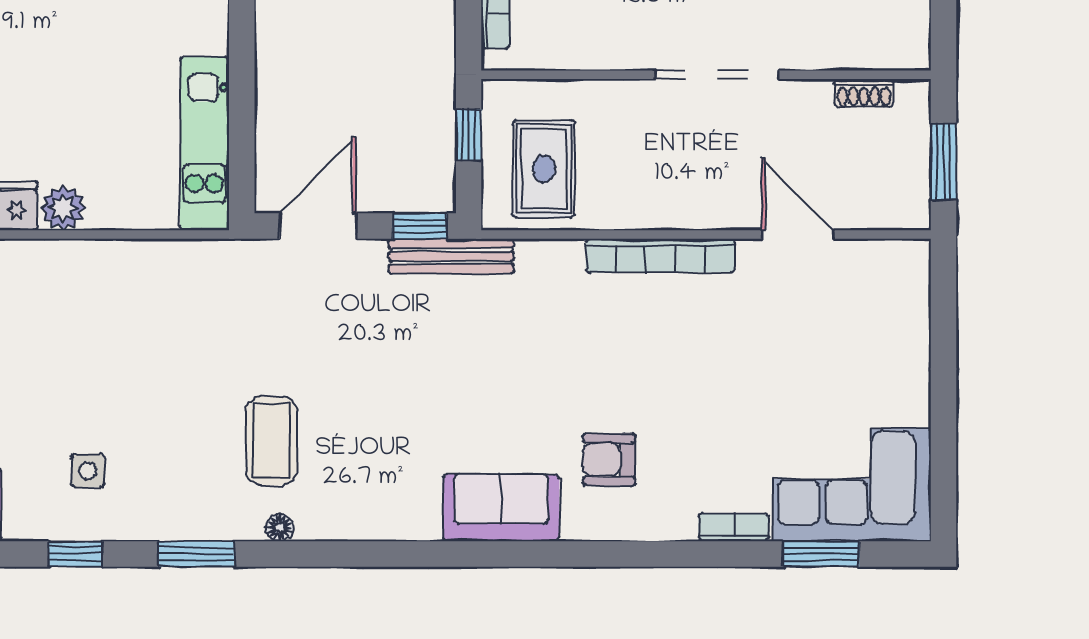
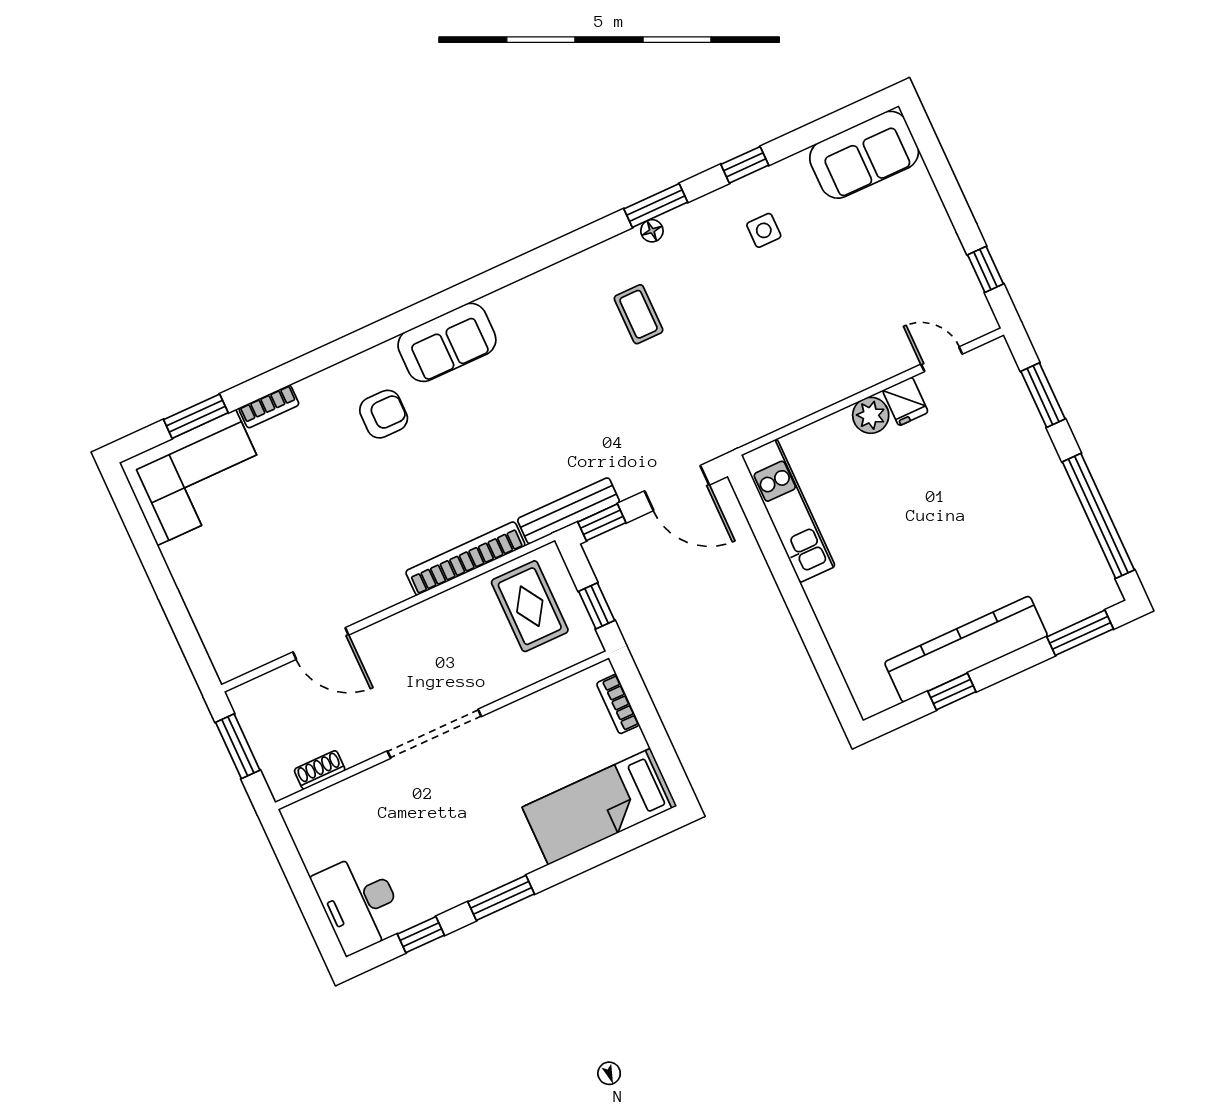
door: (318, 226) -> (677, 488), hinge flipped
bookcase: (660, 256) -> (465, 558), moved
coffee table: (272, 441) -> (639, 314), width x0.73, depth x0.77
floor lamp: (280, 528) -> (652, 231), moved

